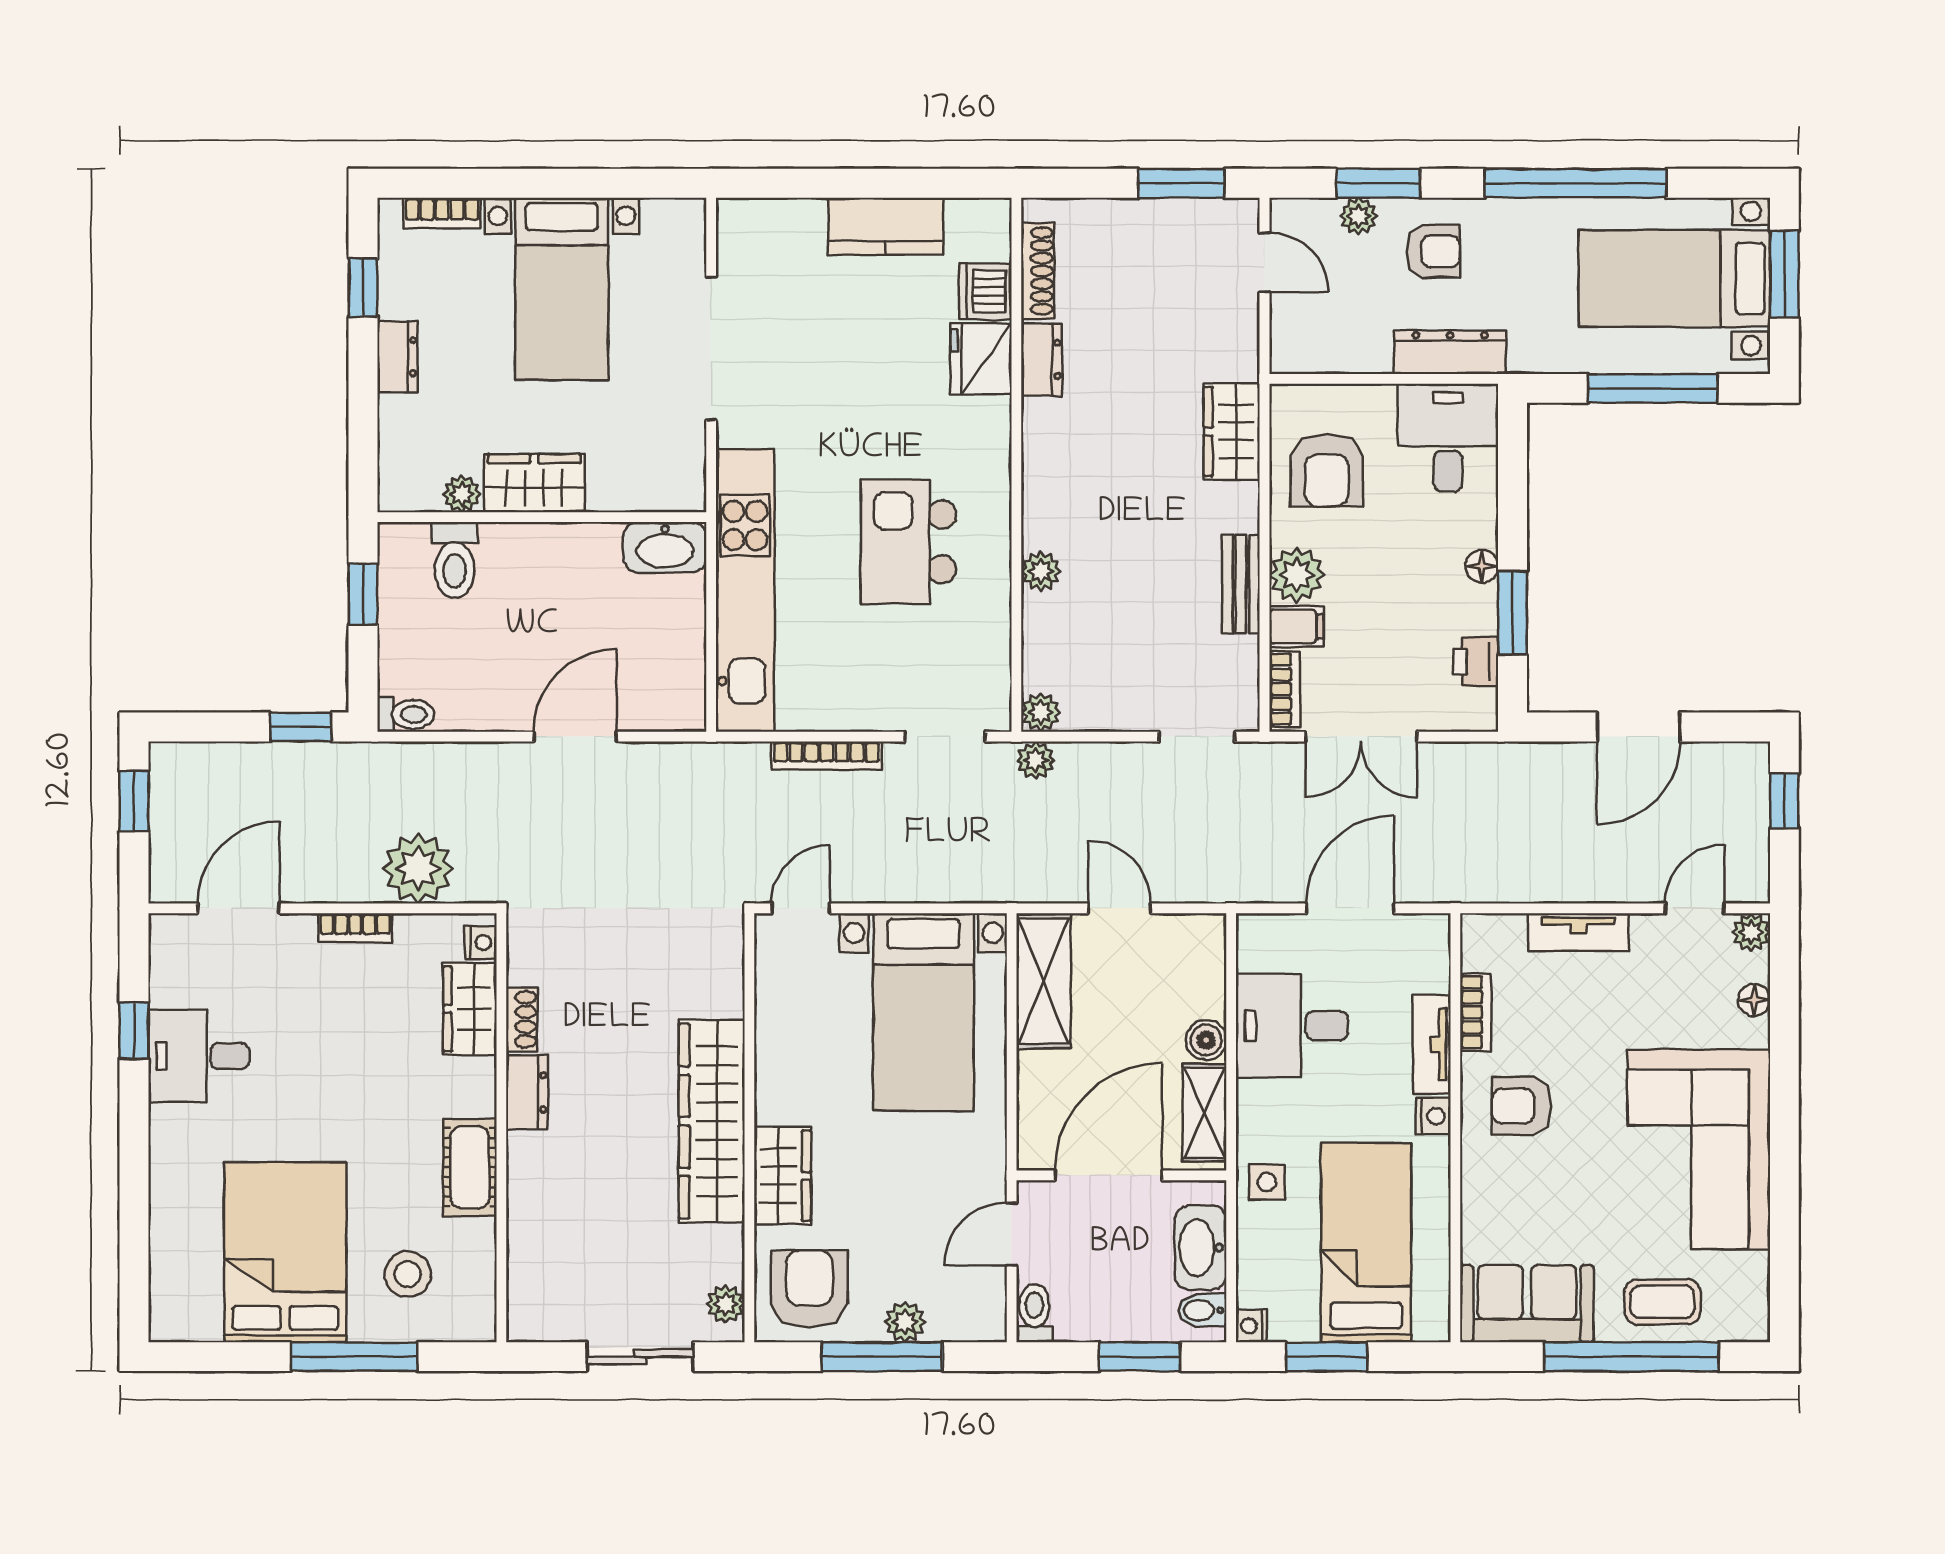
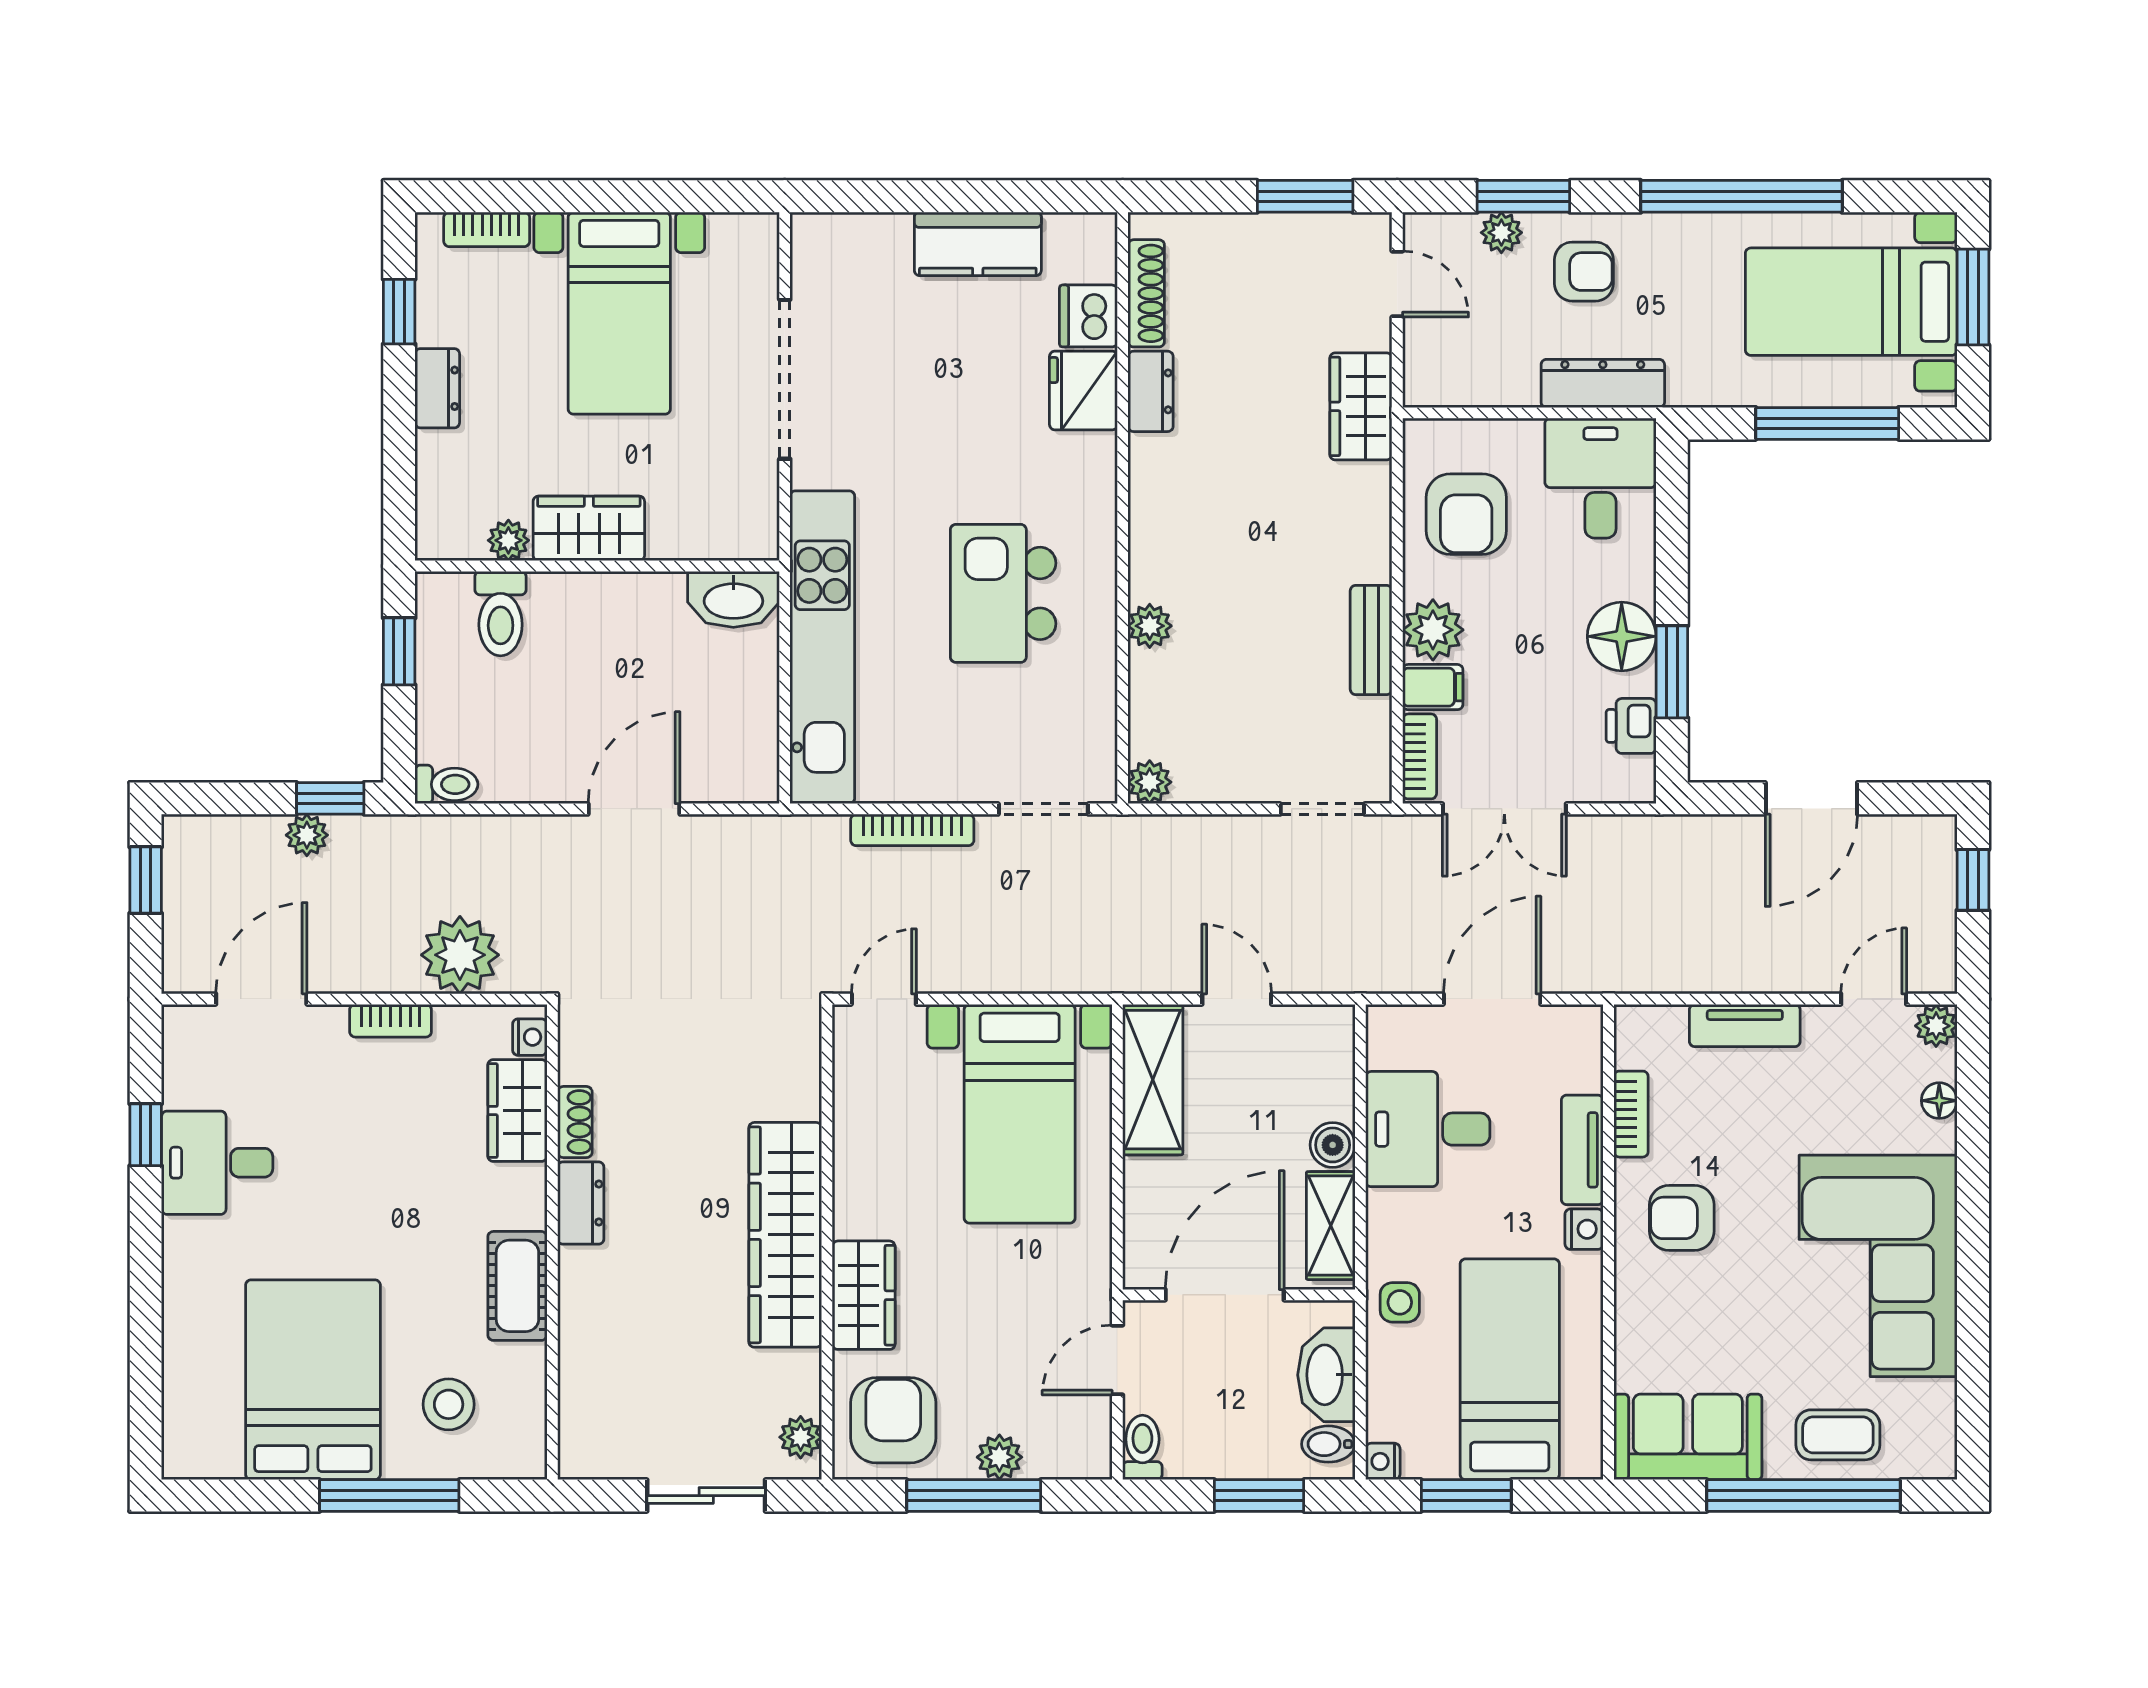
wardrobe: (1232, 431) -> (1361, 406), moved
floor lamp: (1482, 566) -> (1622, 636), width x1.89, depth x1.89
plant: (1036, 760) -> (307, 835), moved

